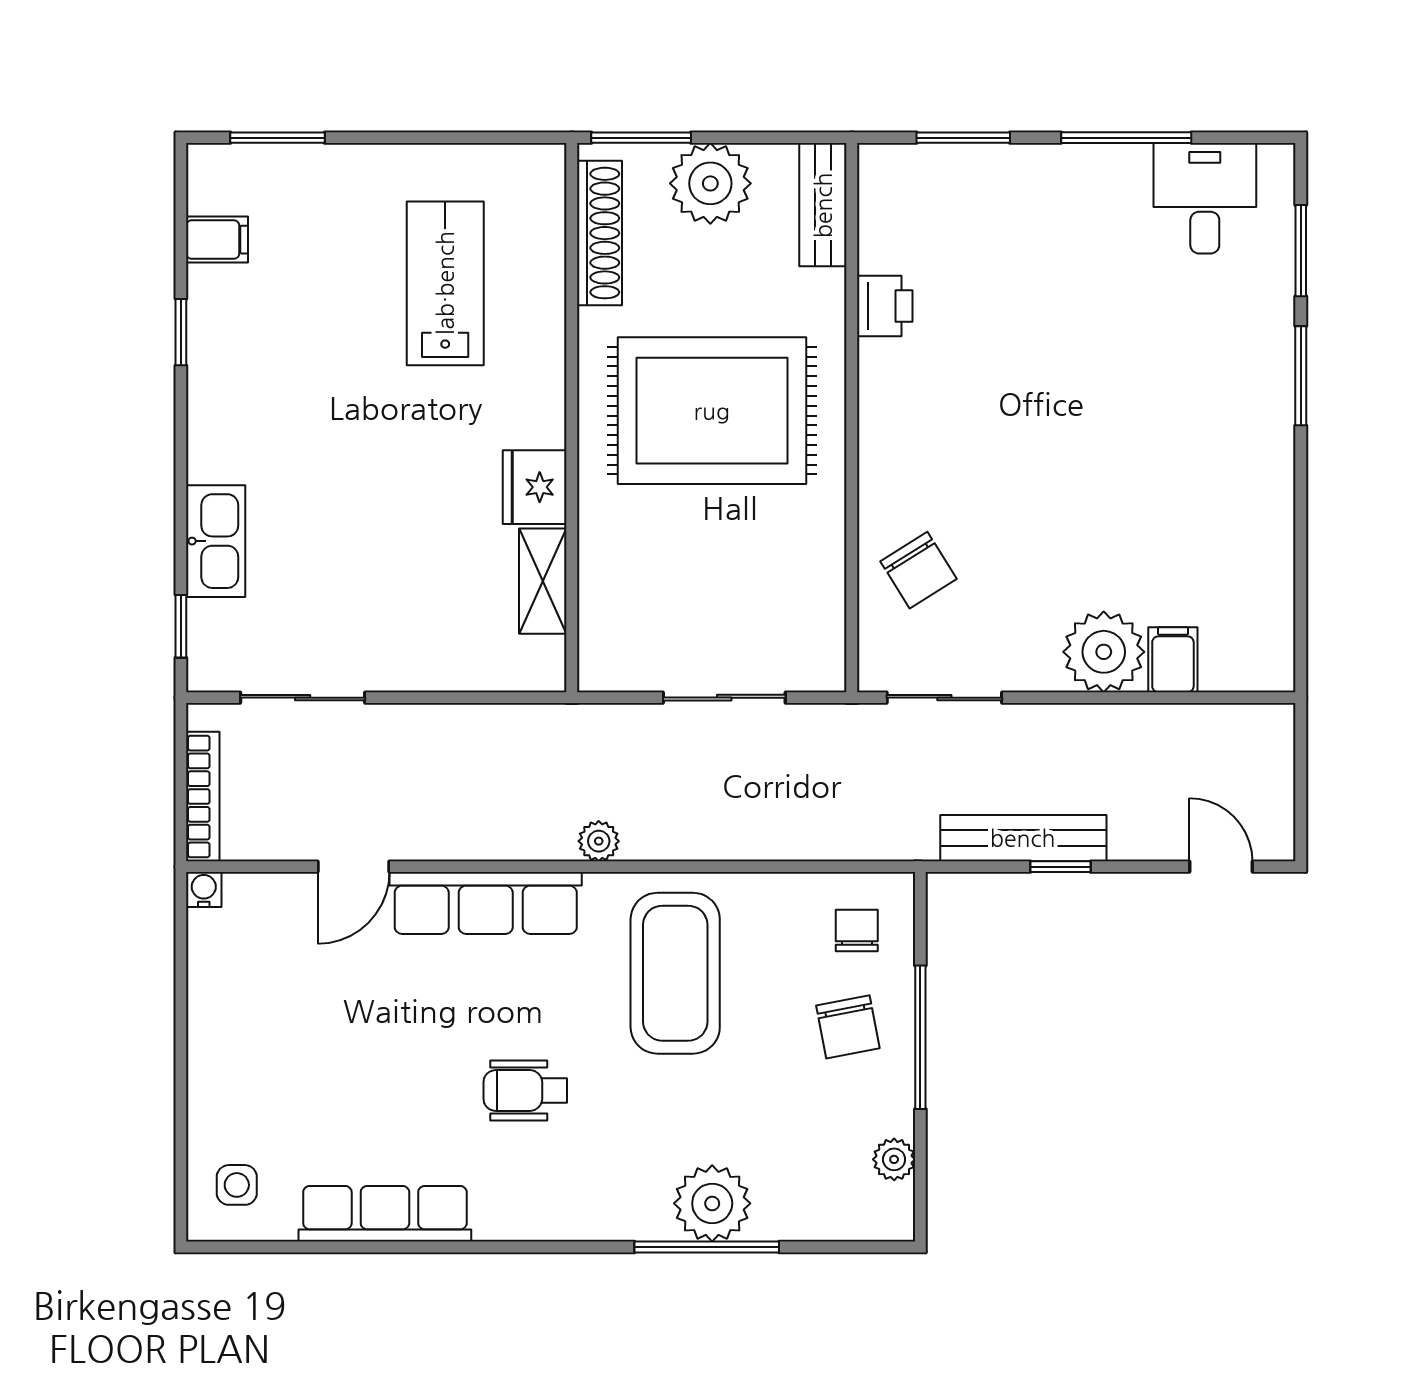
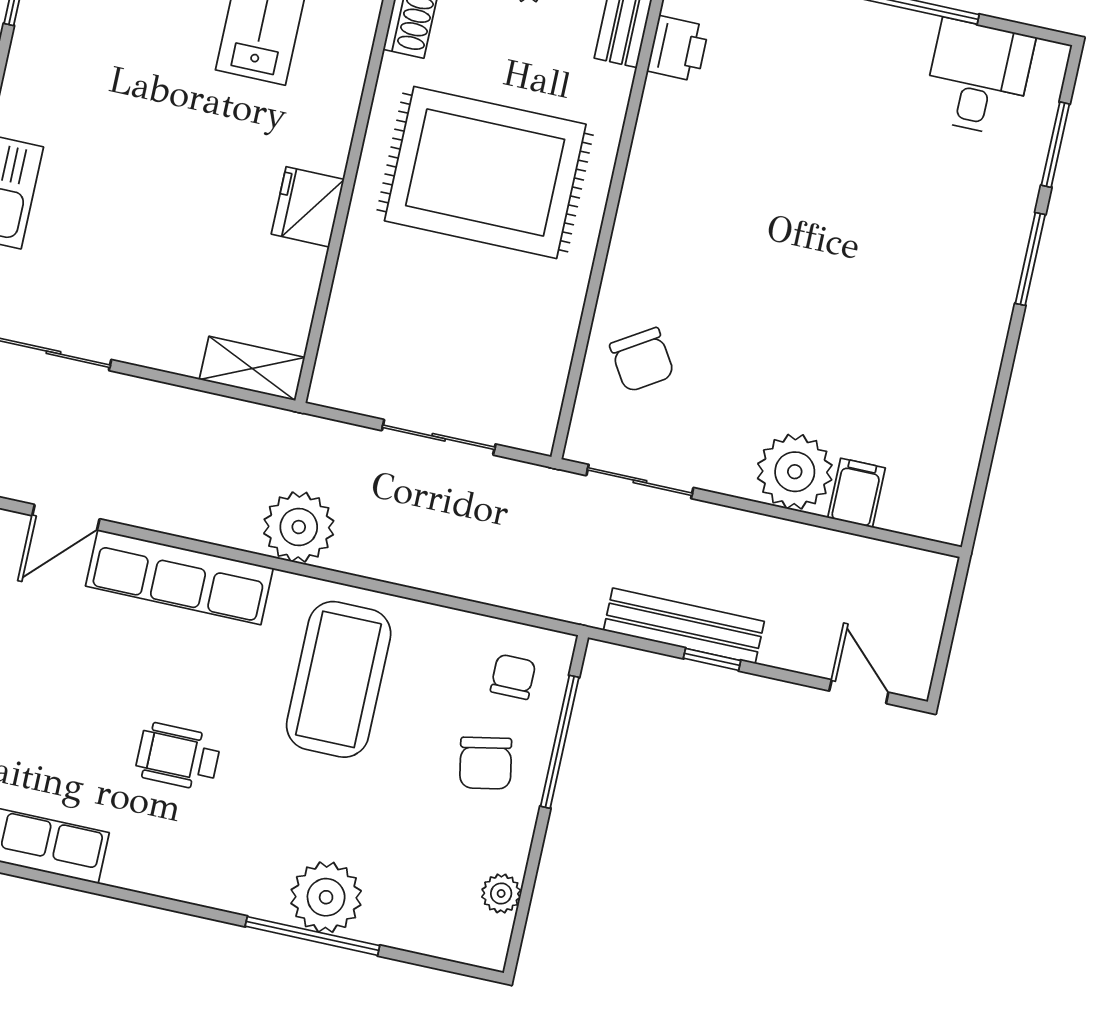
printer: (885, 306) -> (678, 49), moved
shelving: (543, 581) -> (252, 368), moved, turned 90
plant: (599, 841) -> (299, 527), width x1.87, depth x1.87
window: (920, 1037) -> (560, 742), moved

